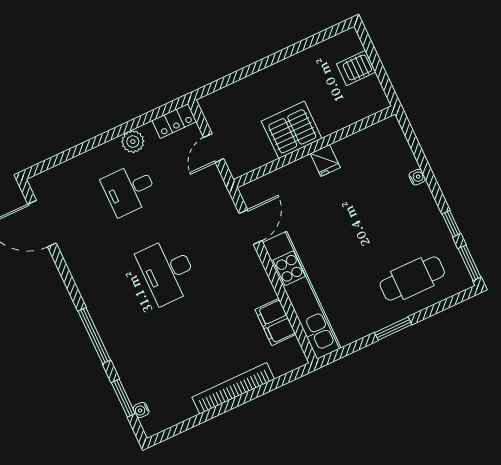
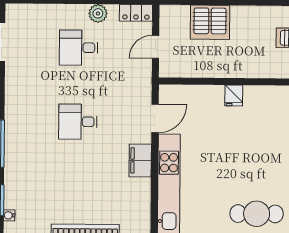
server rack: (292, 130) -> (210, 22), moved, turned 180
desk: (168, 271) -> (78, 122), width x0.73
filing cabinet: (275, 322) -> (140, 160), moved

